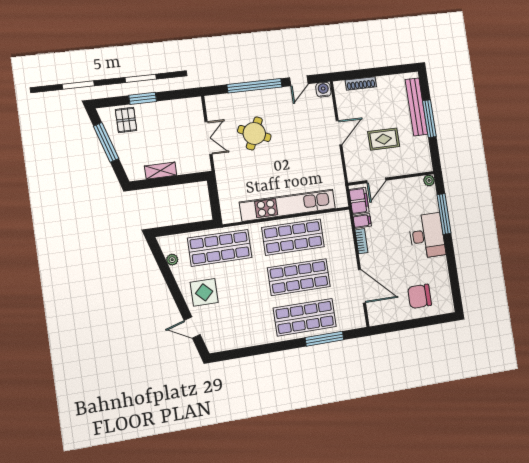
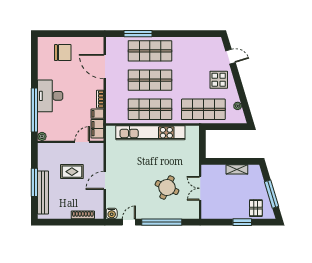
window: (444, 214) -> (34, 110), width x1.46

